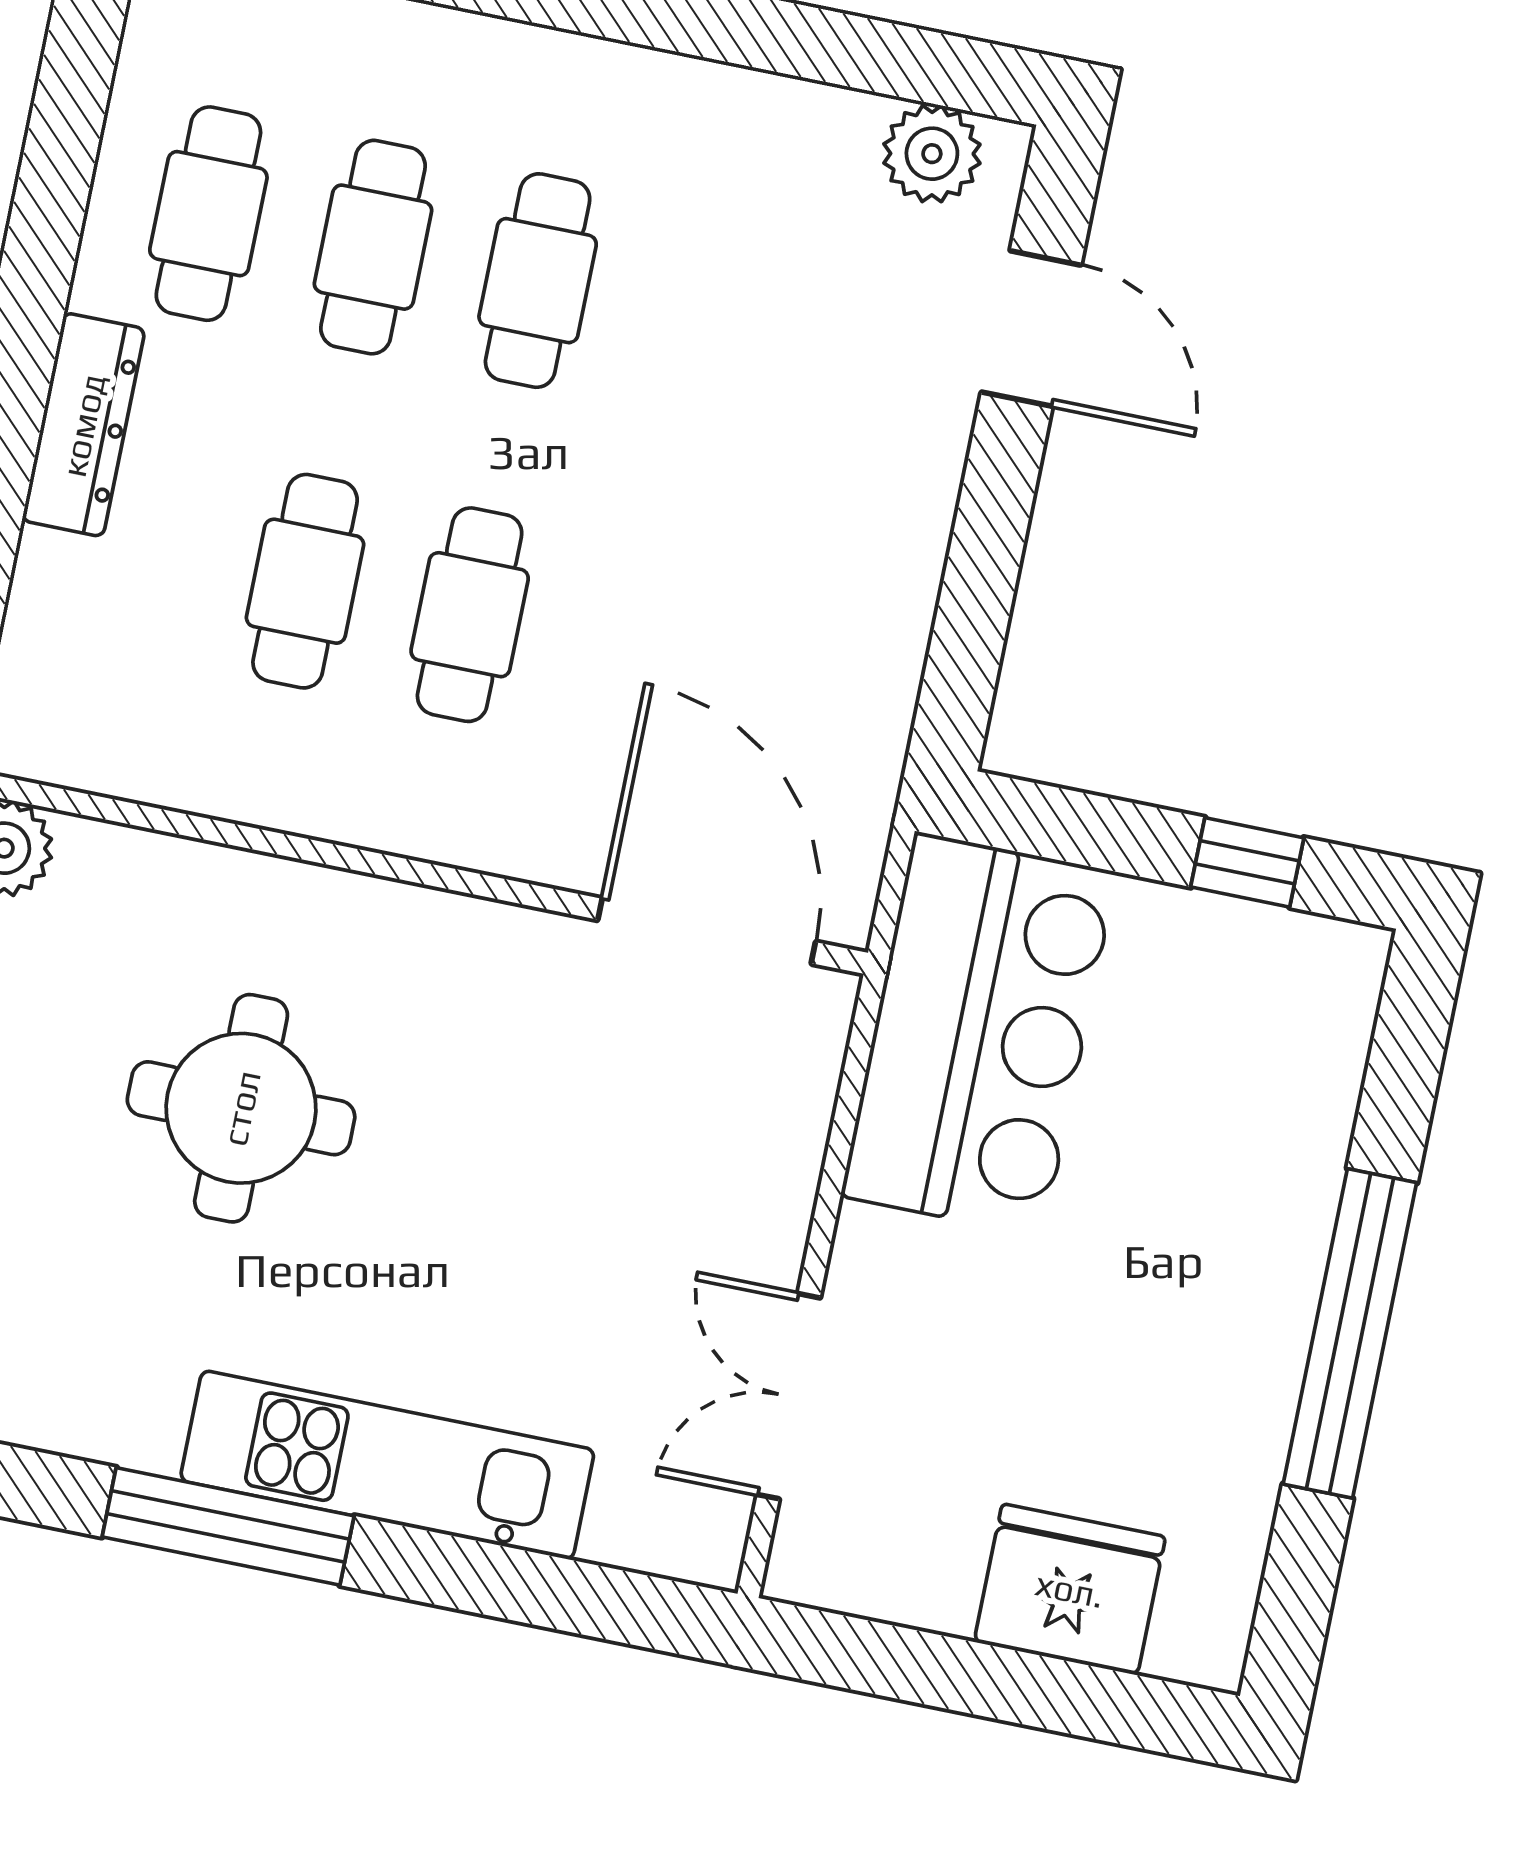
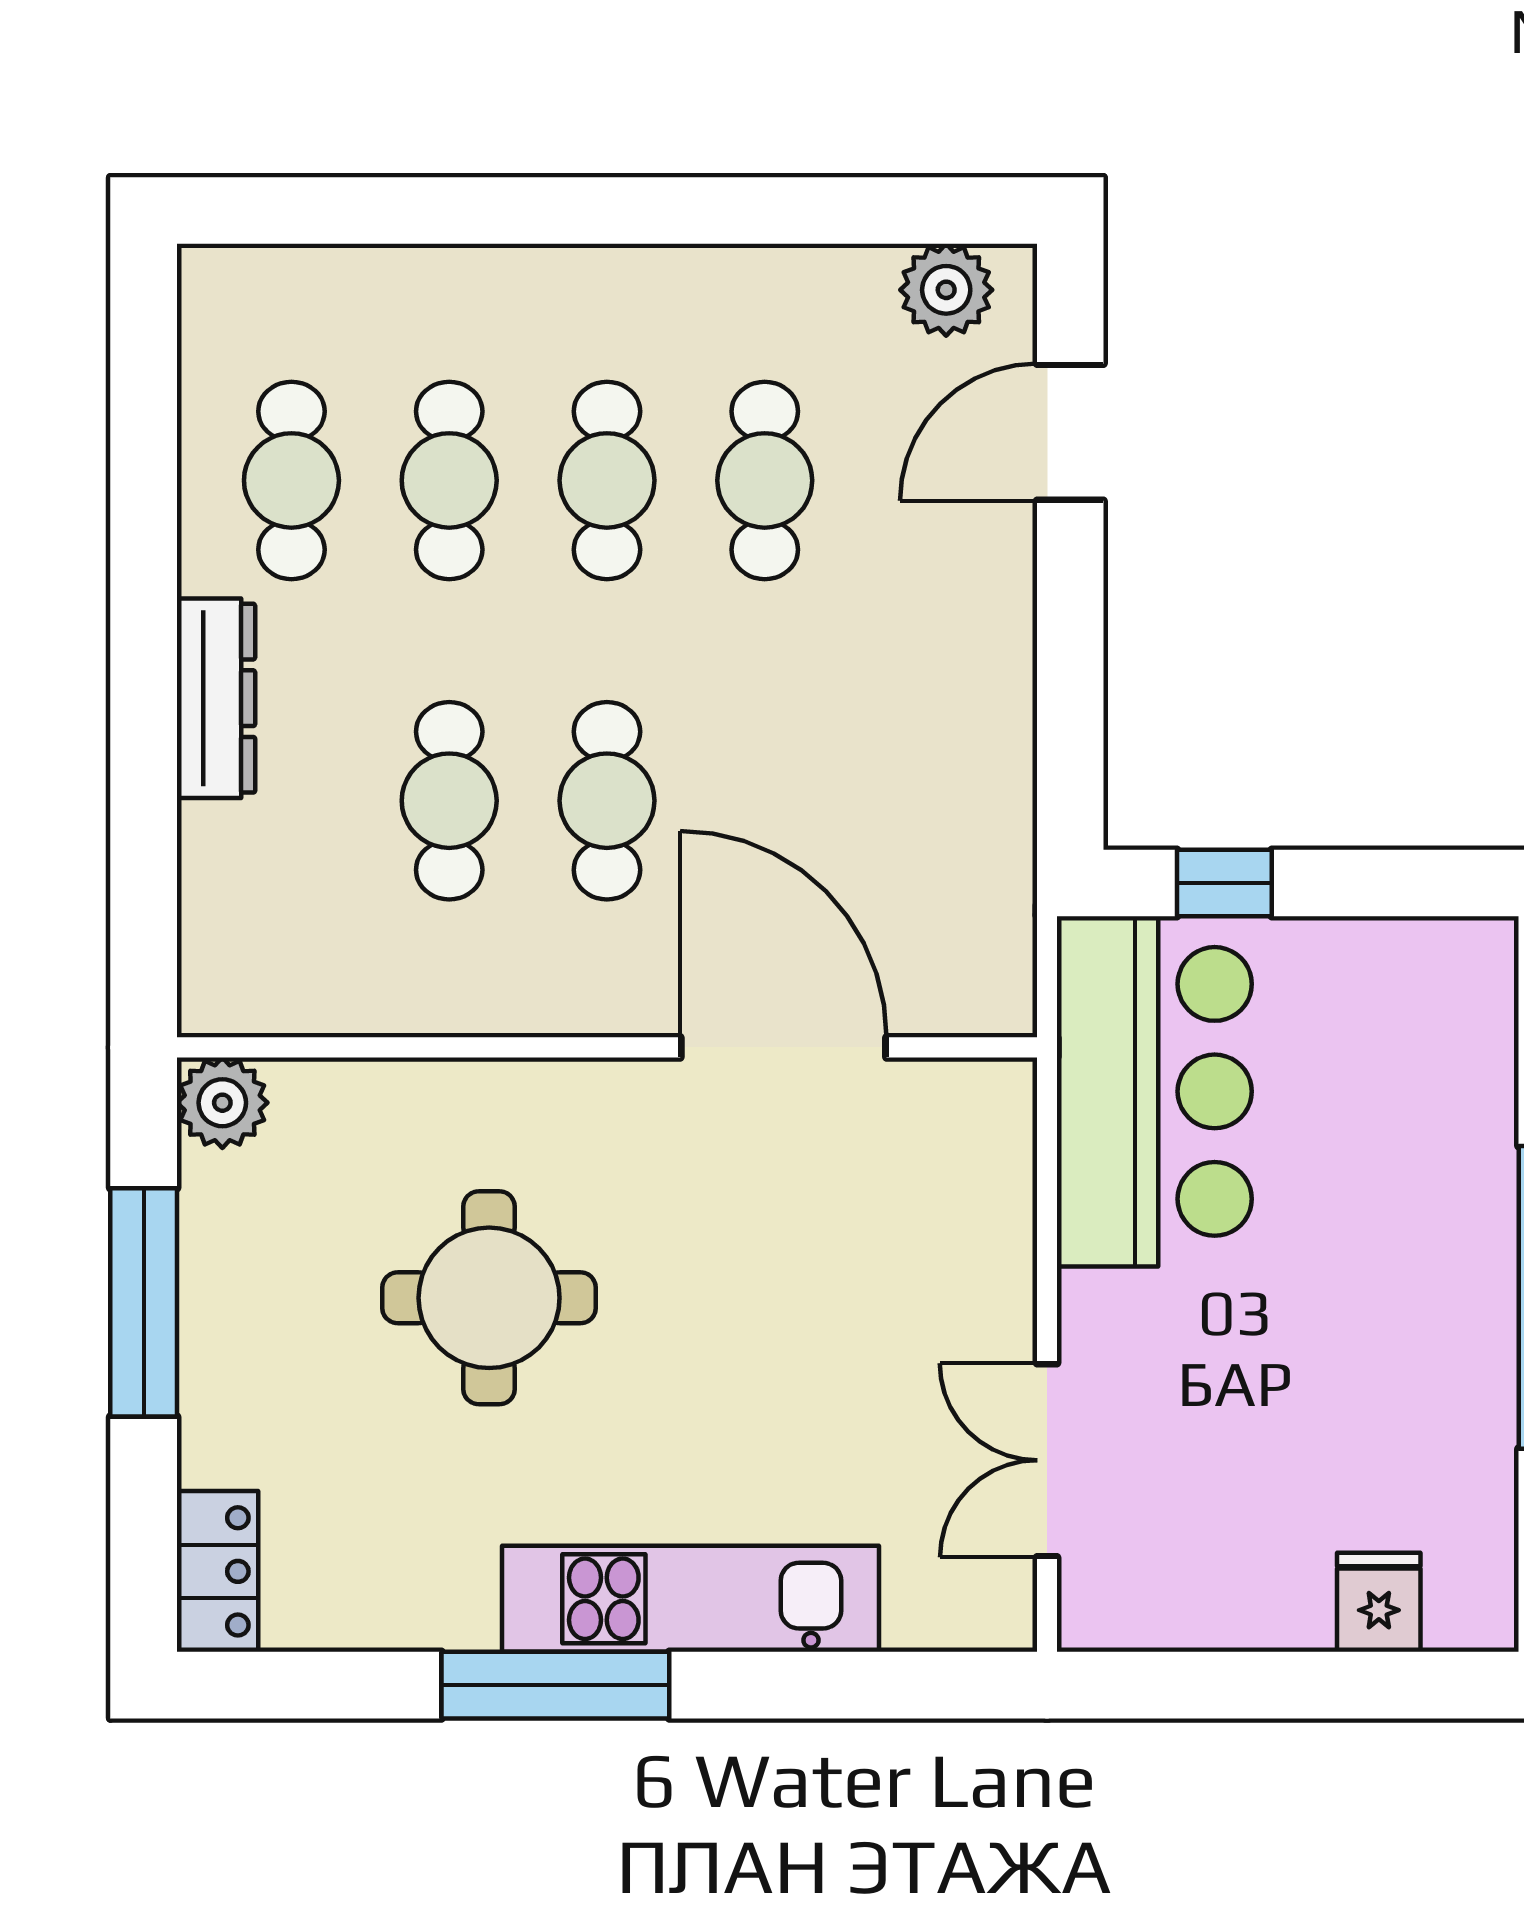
cafe table: (702, 314) -> (765, 480), added
door: (1031, 329) -> (1070, 432), swing flipped
window: (1247, 862) -> (1224, 883), moved
door: (707, 931) -> (783, 1047), moved
fridge: (1070, 1589) -> (1379, 1602), width x0.53, depth x0.75

